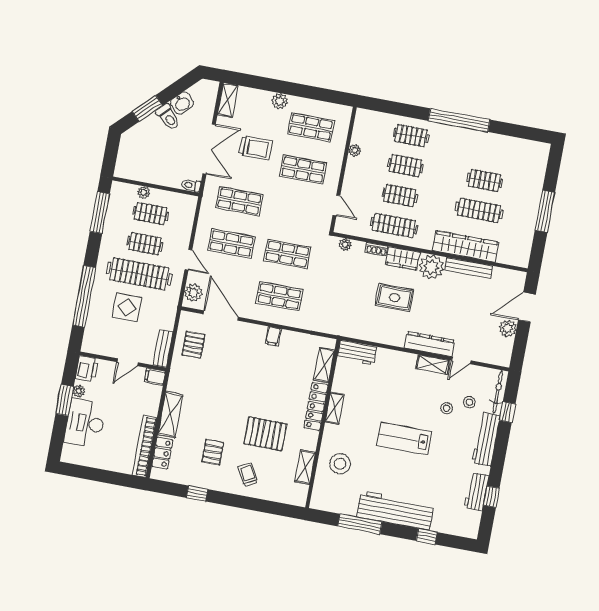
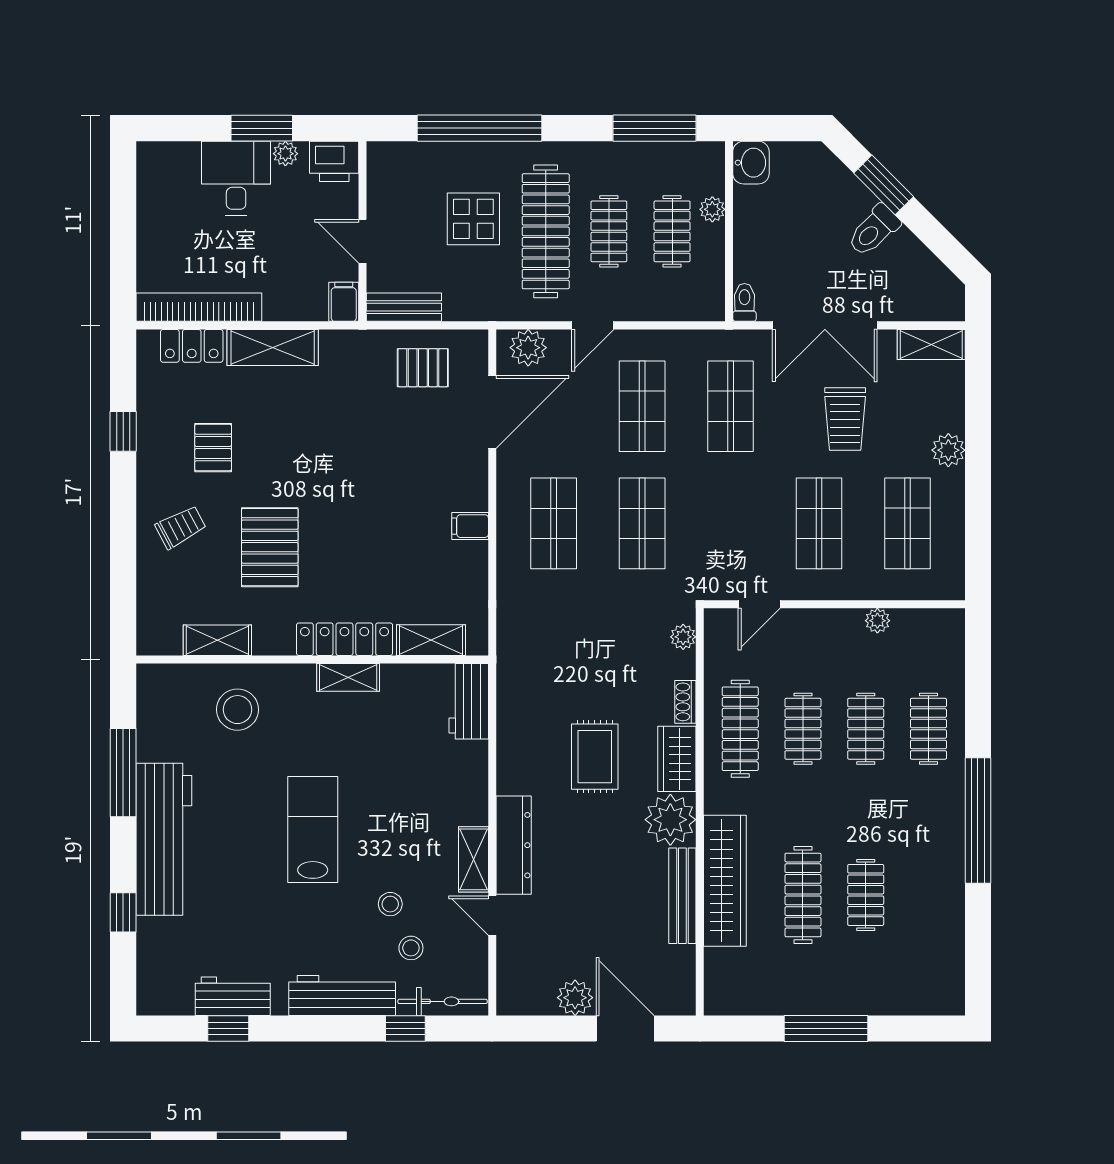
washbasin: (182, 103) -> (751, 163), moved, turned -135
desk: (85, 423) -> (236, 178), width x0.73
pallet: (213, 452) -> (213, 448), turned 90

